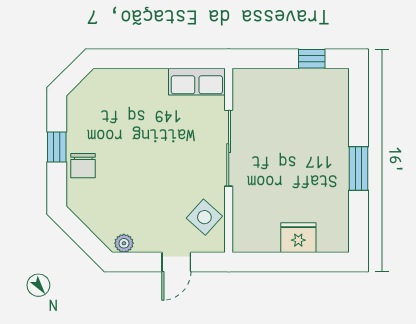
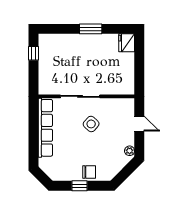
row of seats: (197, 82) -> (45, 128), width x2.02
side table: (204, 217) -> (91, 124), moved
fridge: (298, 238) -> (127, 43), moved

